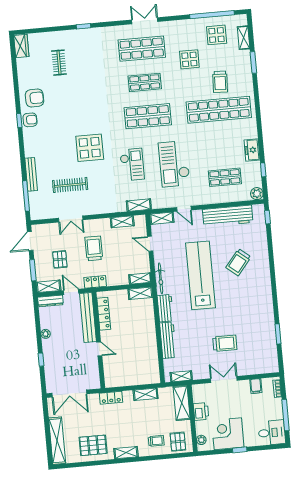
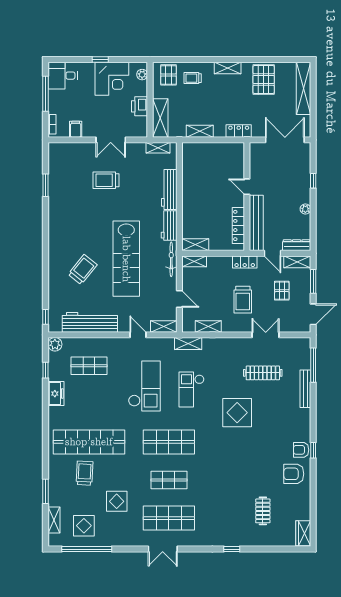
pallet: (93, 445) -> (264, 79), turned 90

